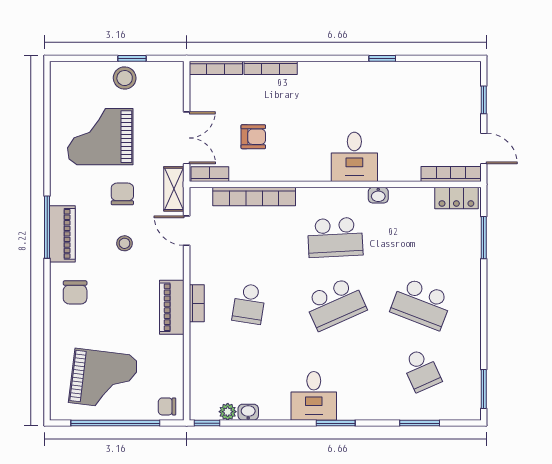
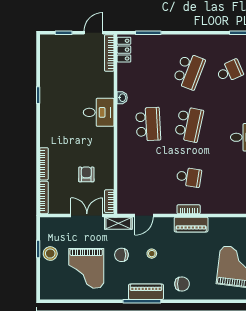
bookcase: (254, 196) -> (123, 174), removed
school desk: (335, 304) -> (189, 124), turned 36

